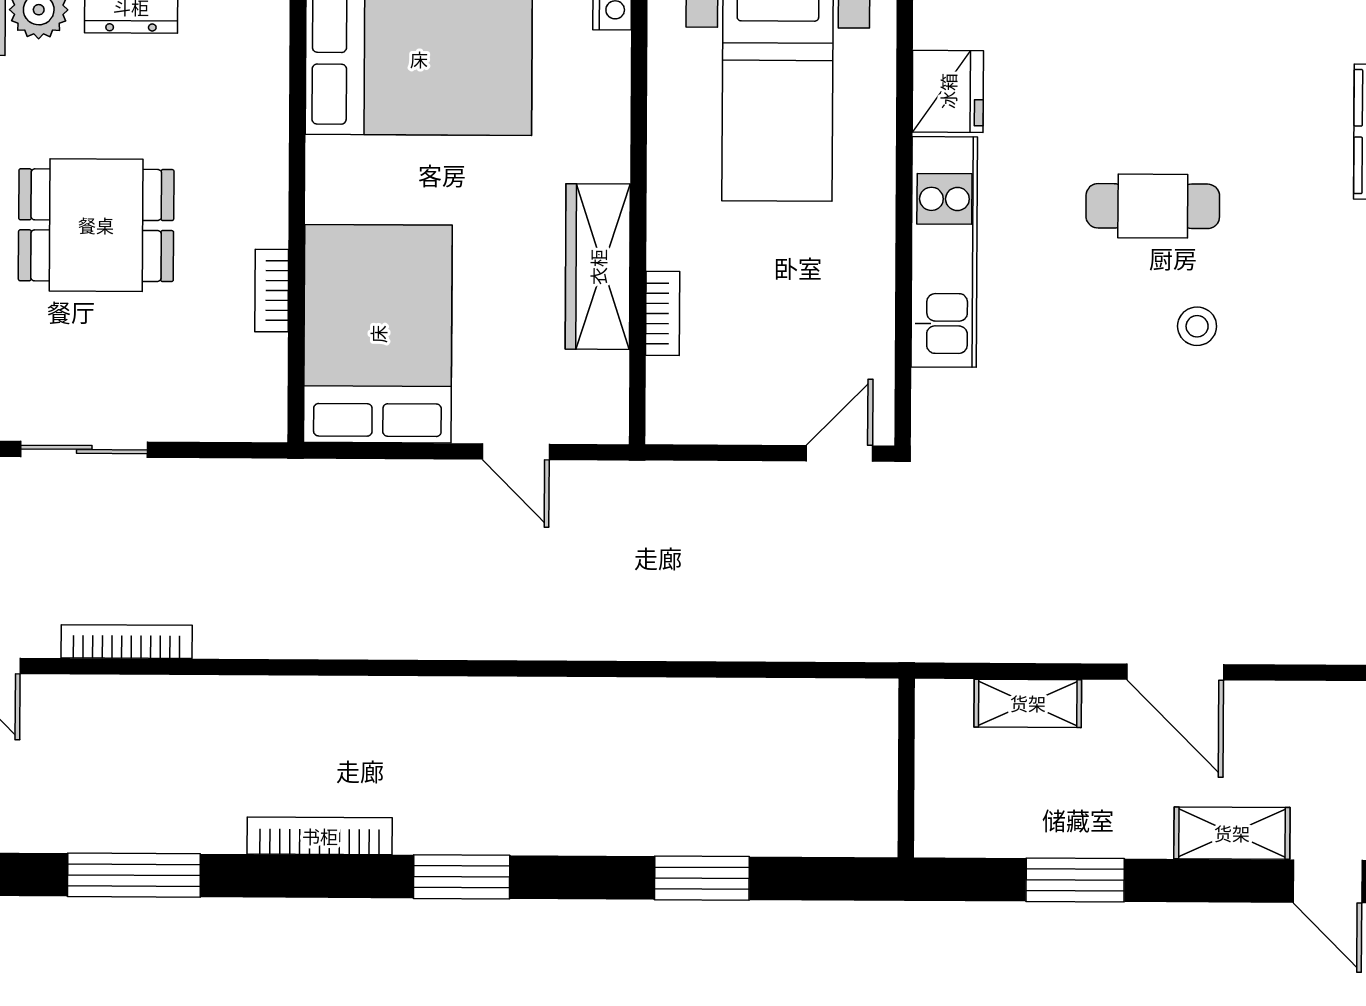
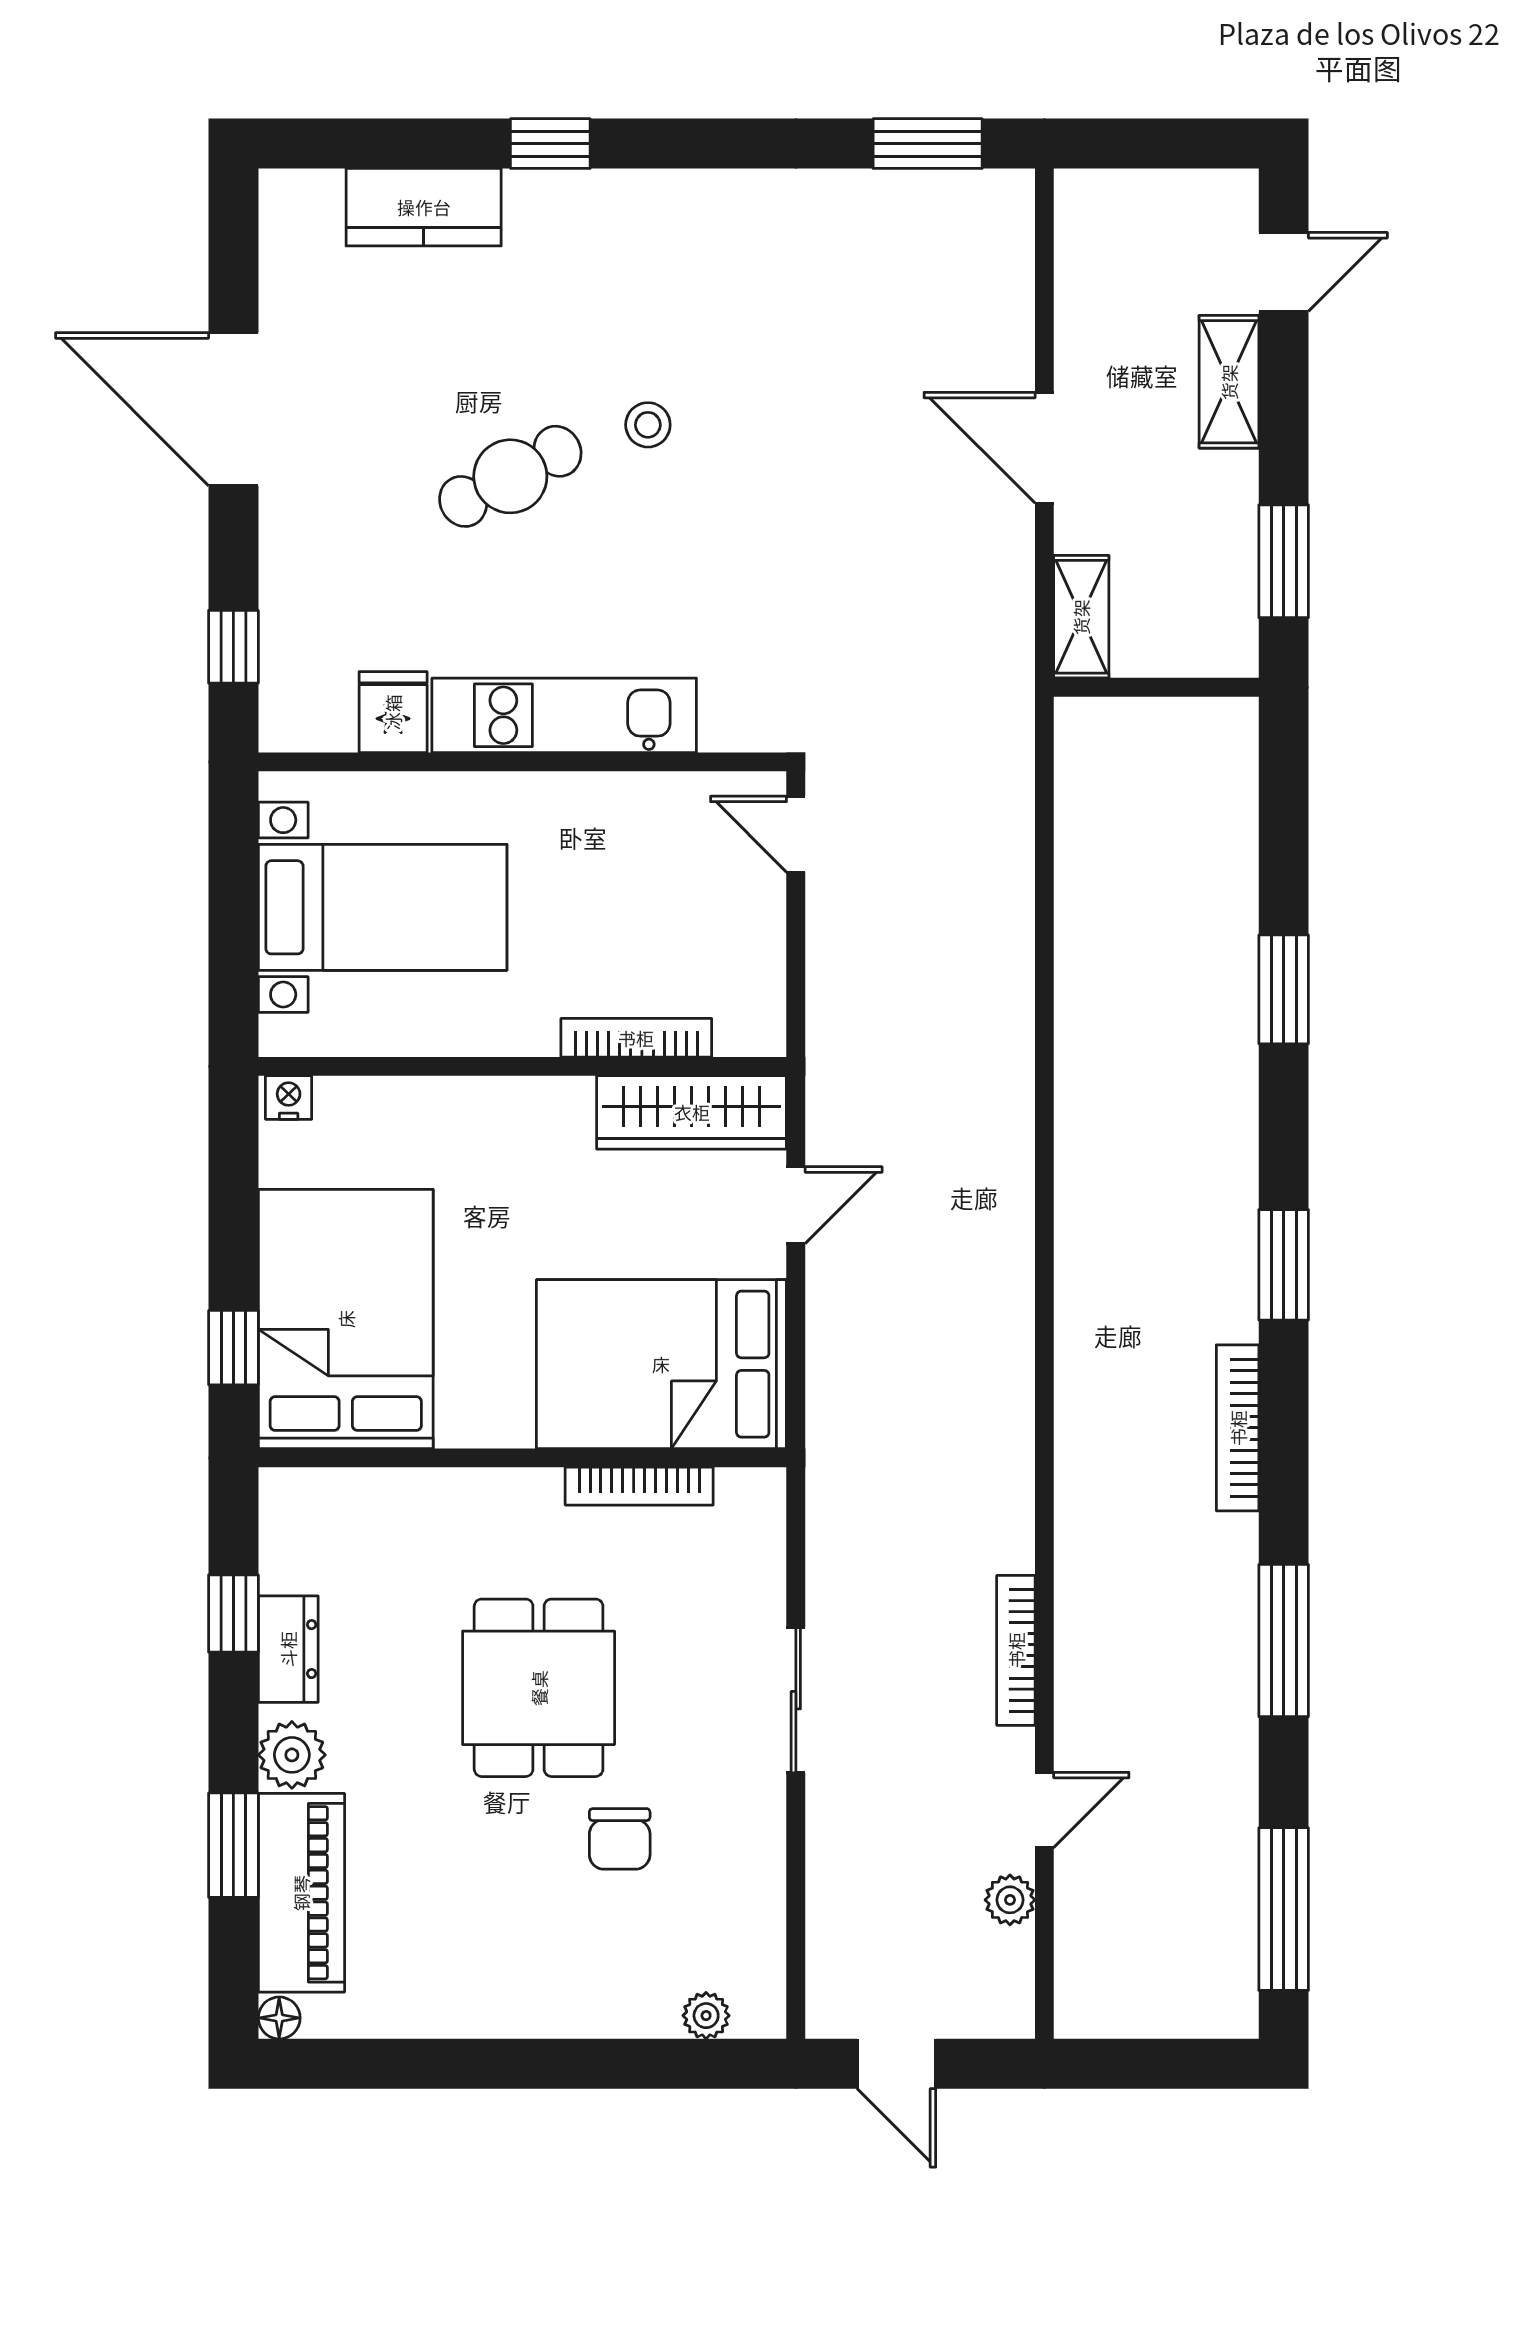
fridge: (948, 91) -> (393, 712), width x0.72
cafe table: (1153, 206) -> (510, 476), turned 62
wardrobe: (598, 267) -> (692, 1112), moved
bookcase: (272, 291) -> (639, 1486), width x1.56
bookcase: (663, 313) -> (636, 1038), width x1.56
door: (1175, 672) -> (1044, 448), swing flipped
wall: (906, 768) -> (1156, 687), moved

